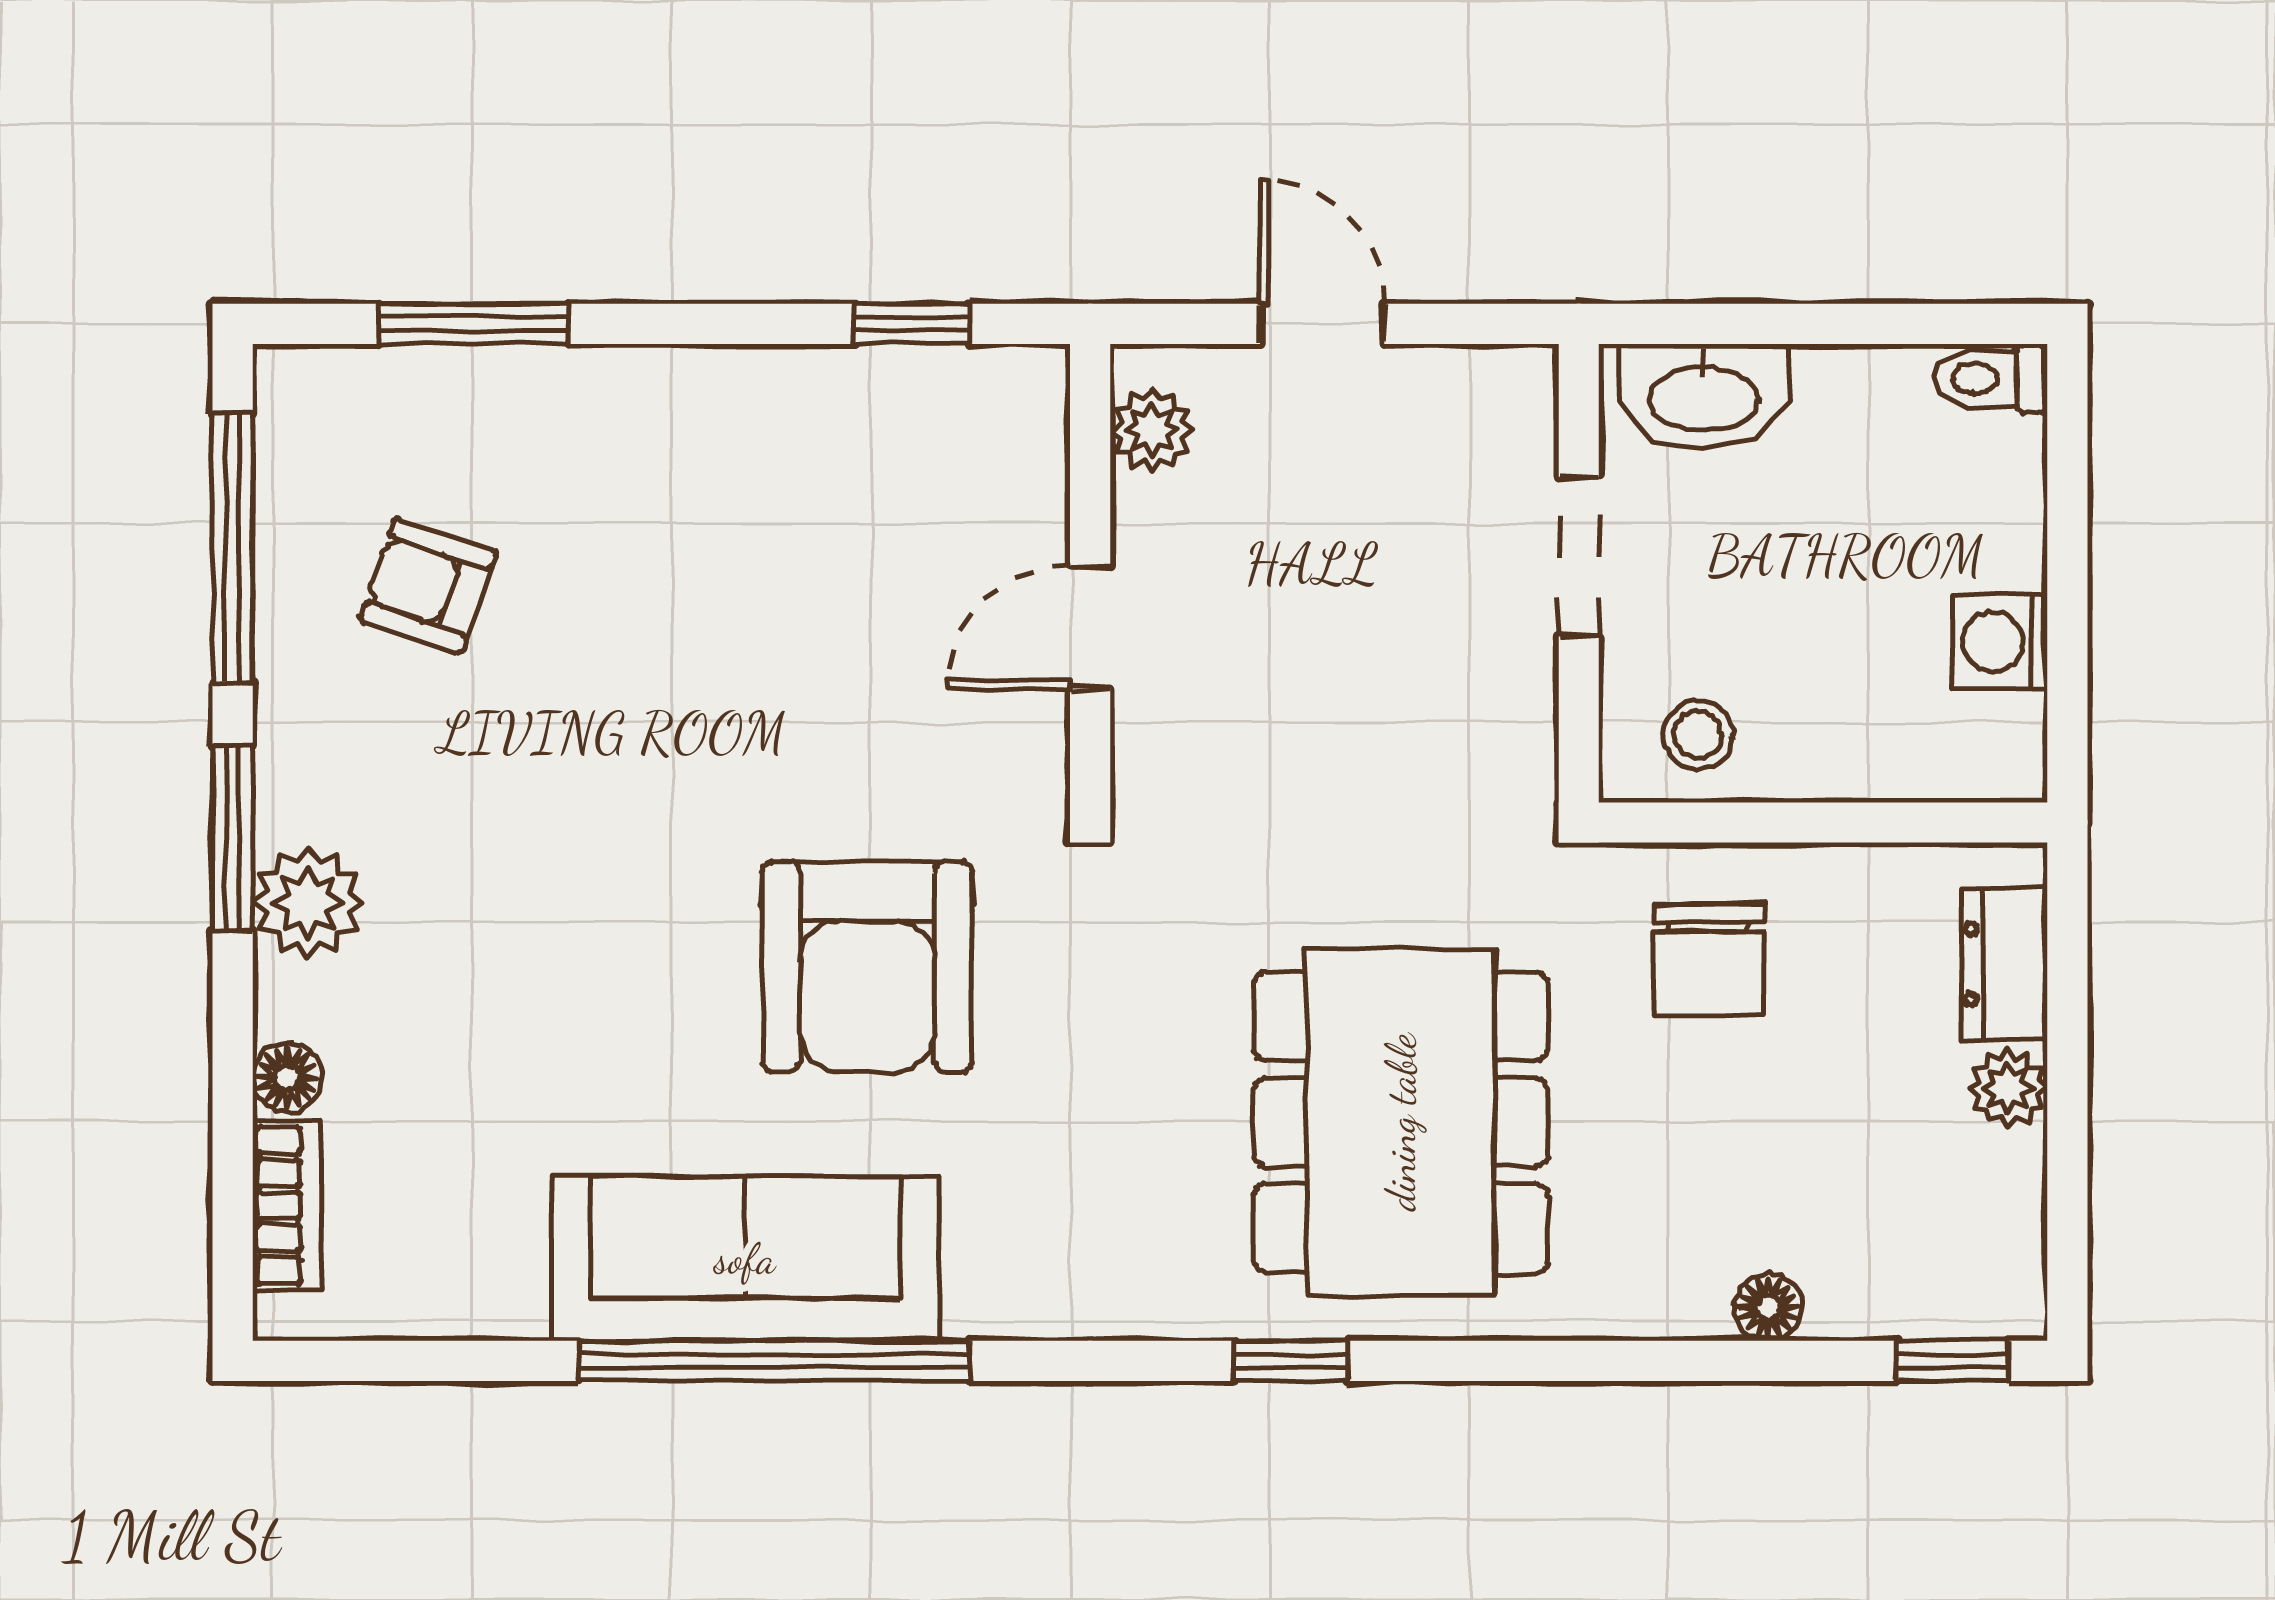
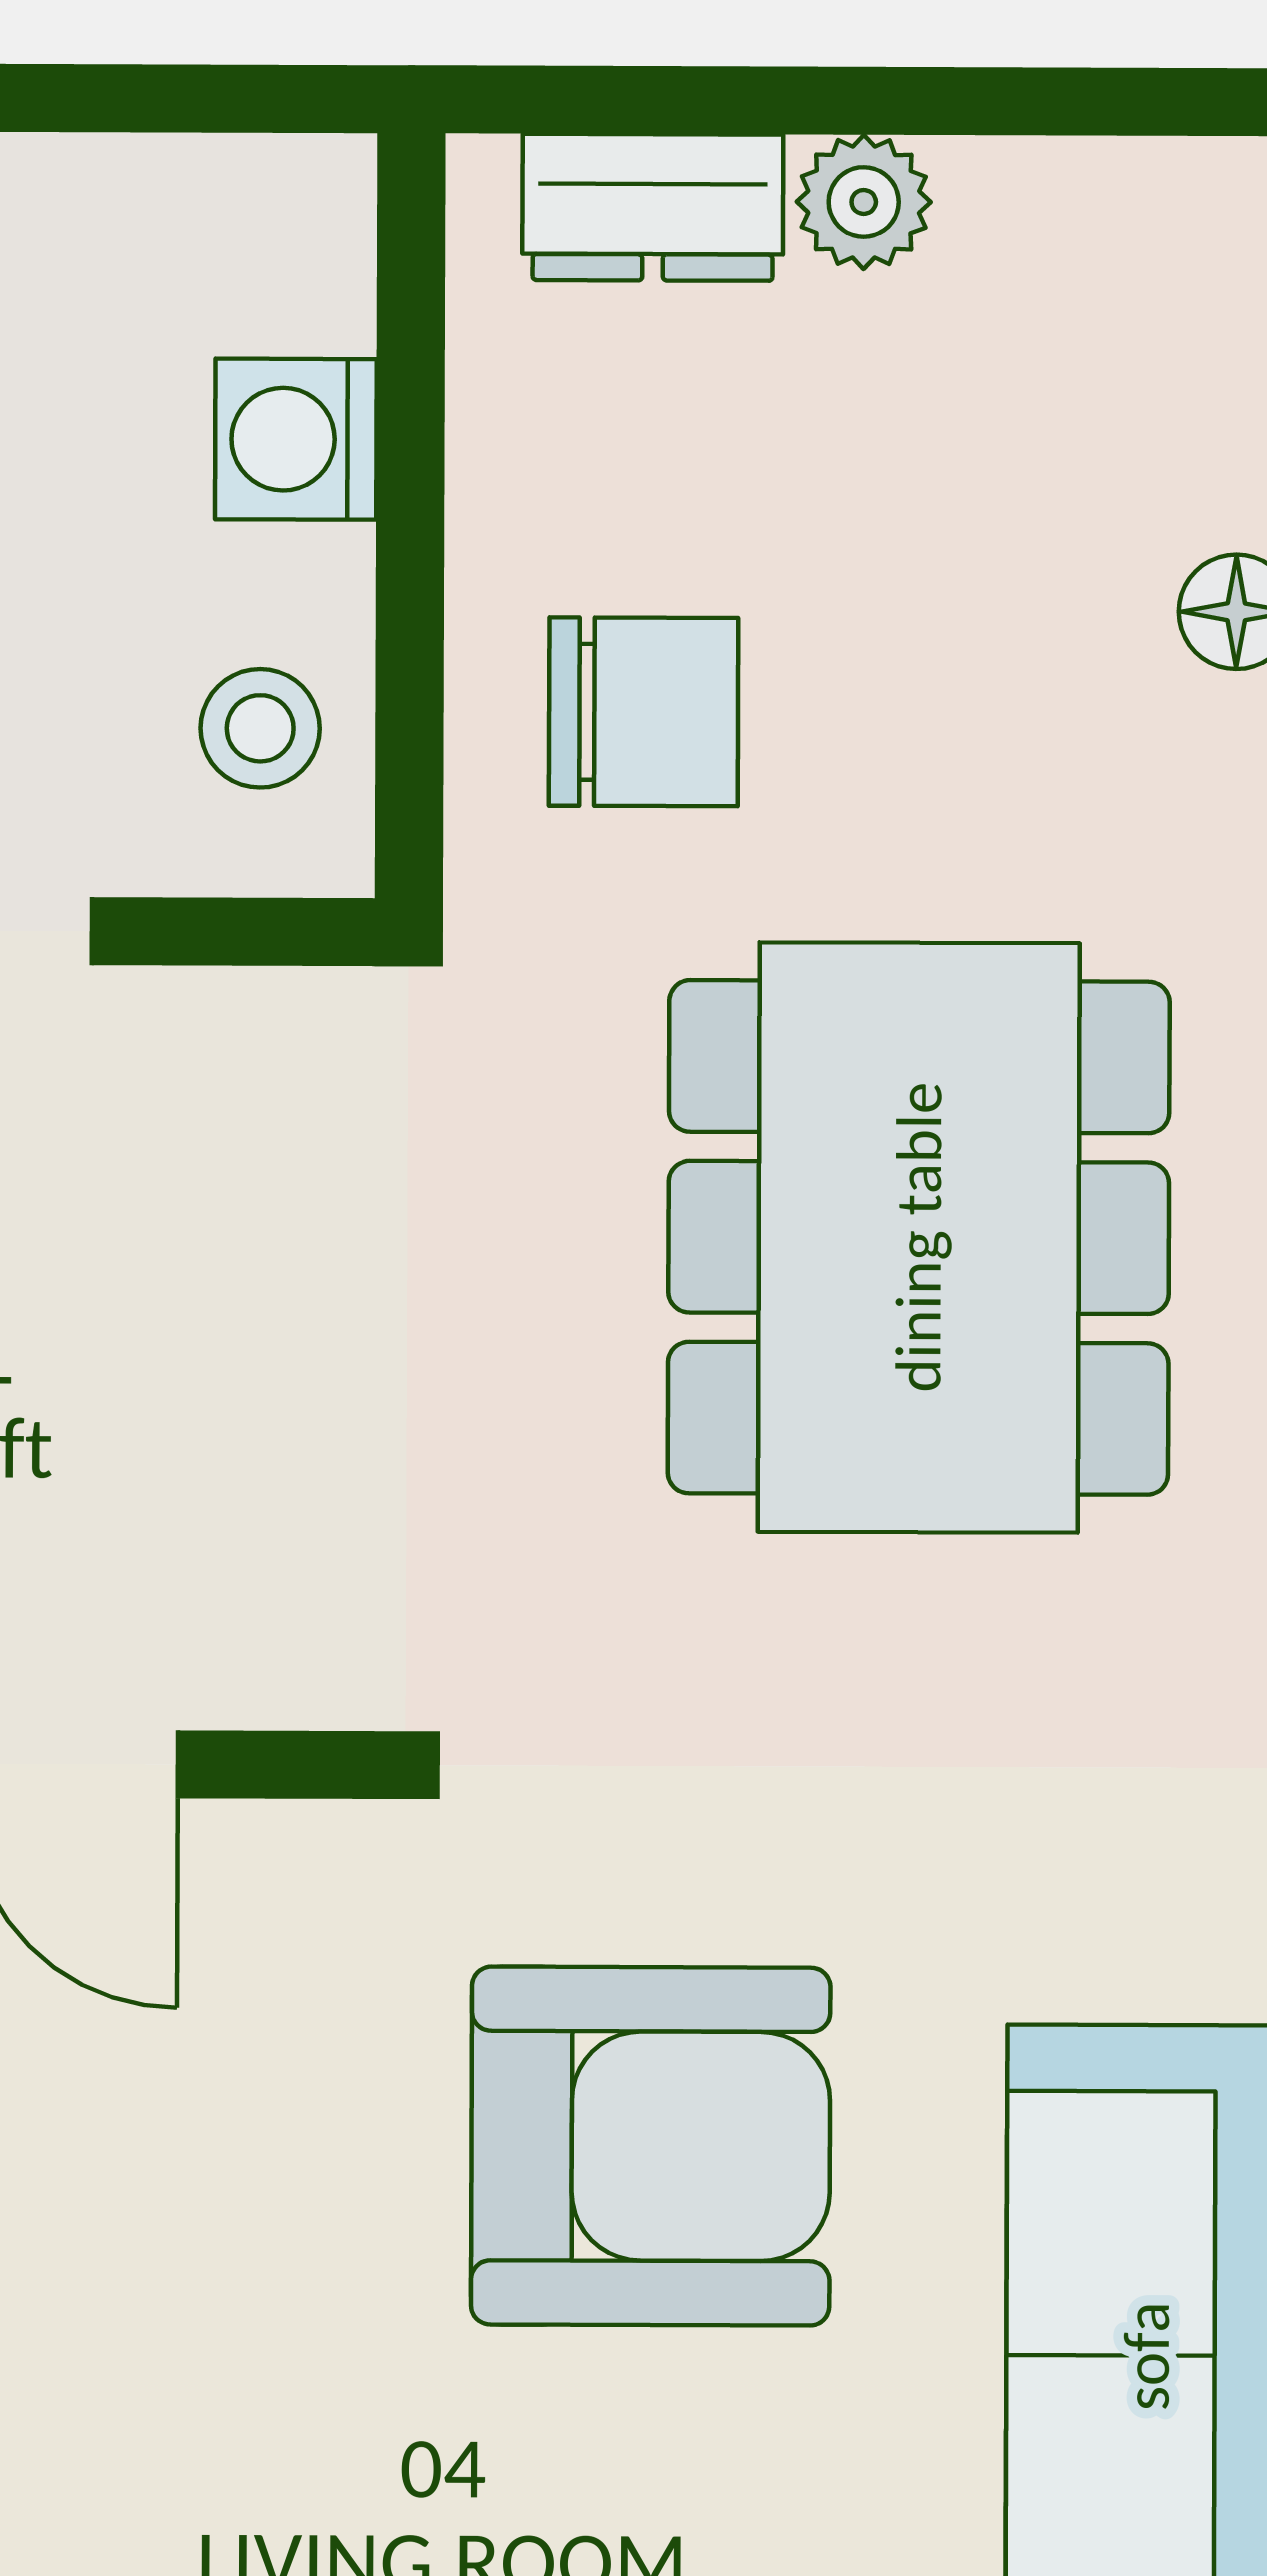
washing machine: (2000, 642) -> (296, 439), moved, turned 90
dining table: (1401, 1122) -> (919, 1237), turned 90

